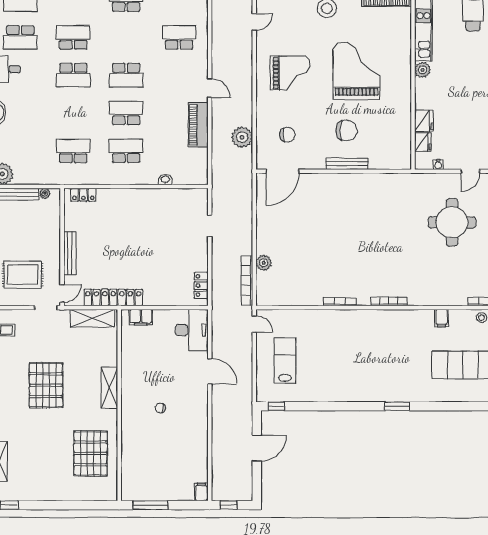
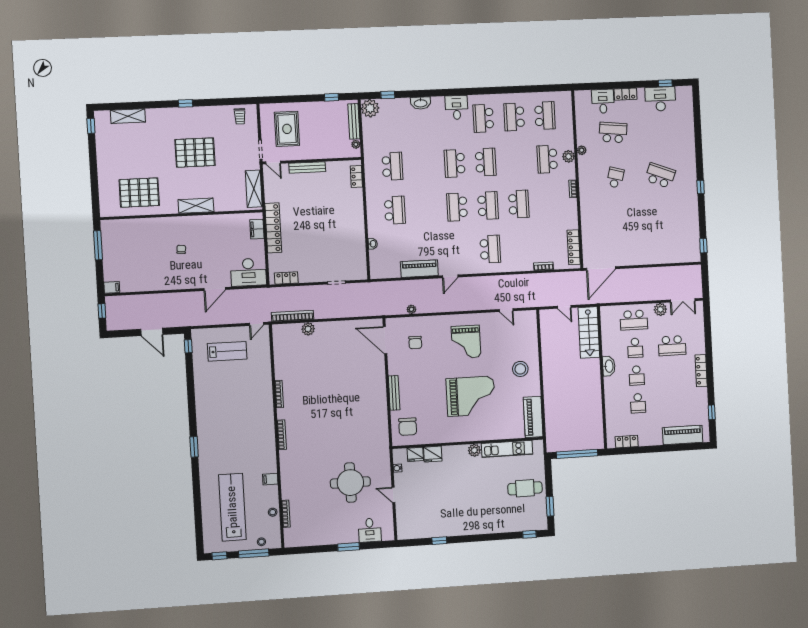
school desk: (126, 113) -> (488, 206), moved
chair: (346, 130) -> (408, 427), moved
plant: (242, 137) -> (411, 309), width x0.53, depth x0.53
locker: (113, 298) -> (273, 228), moved

